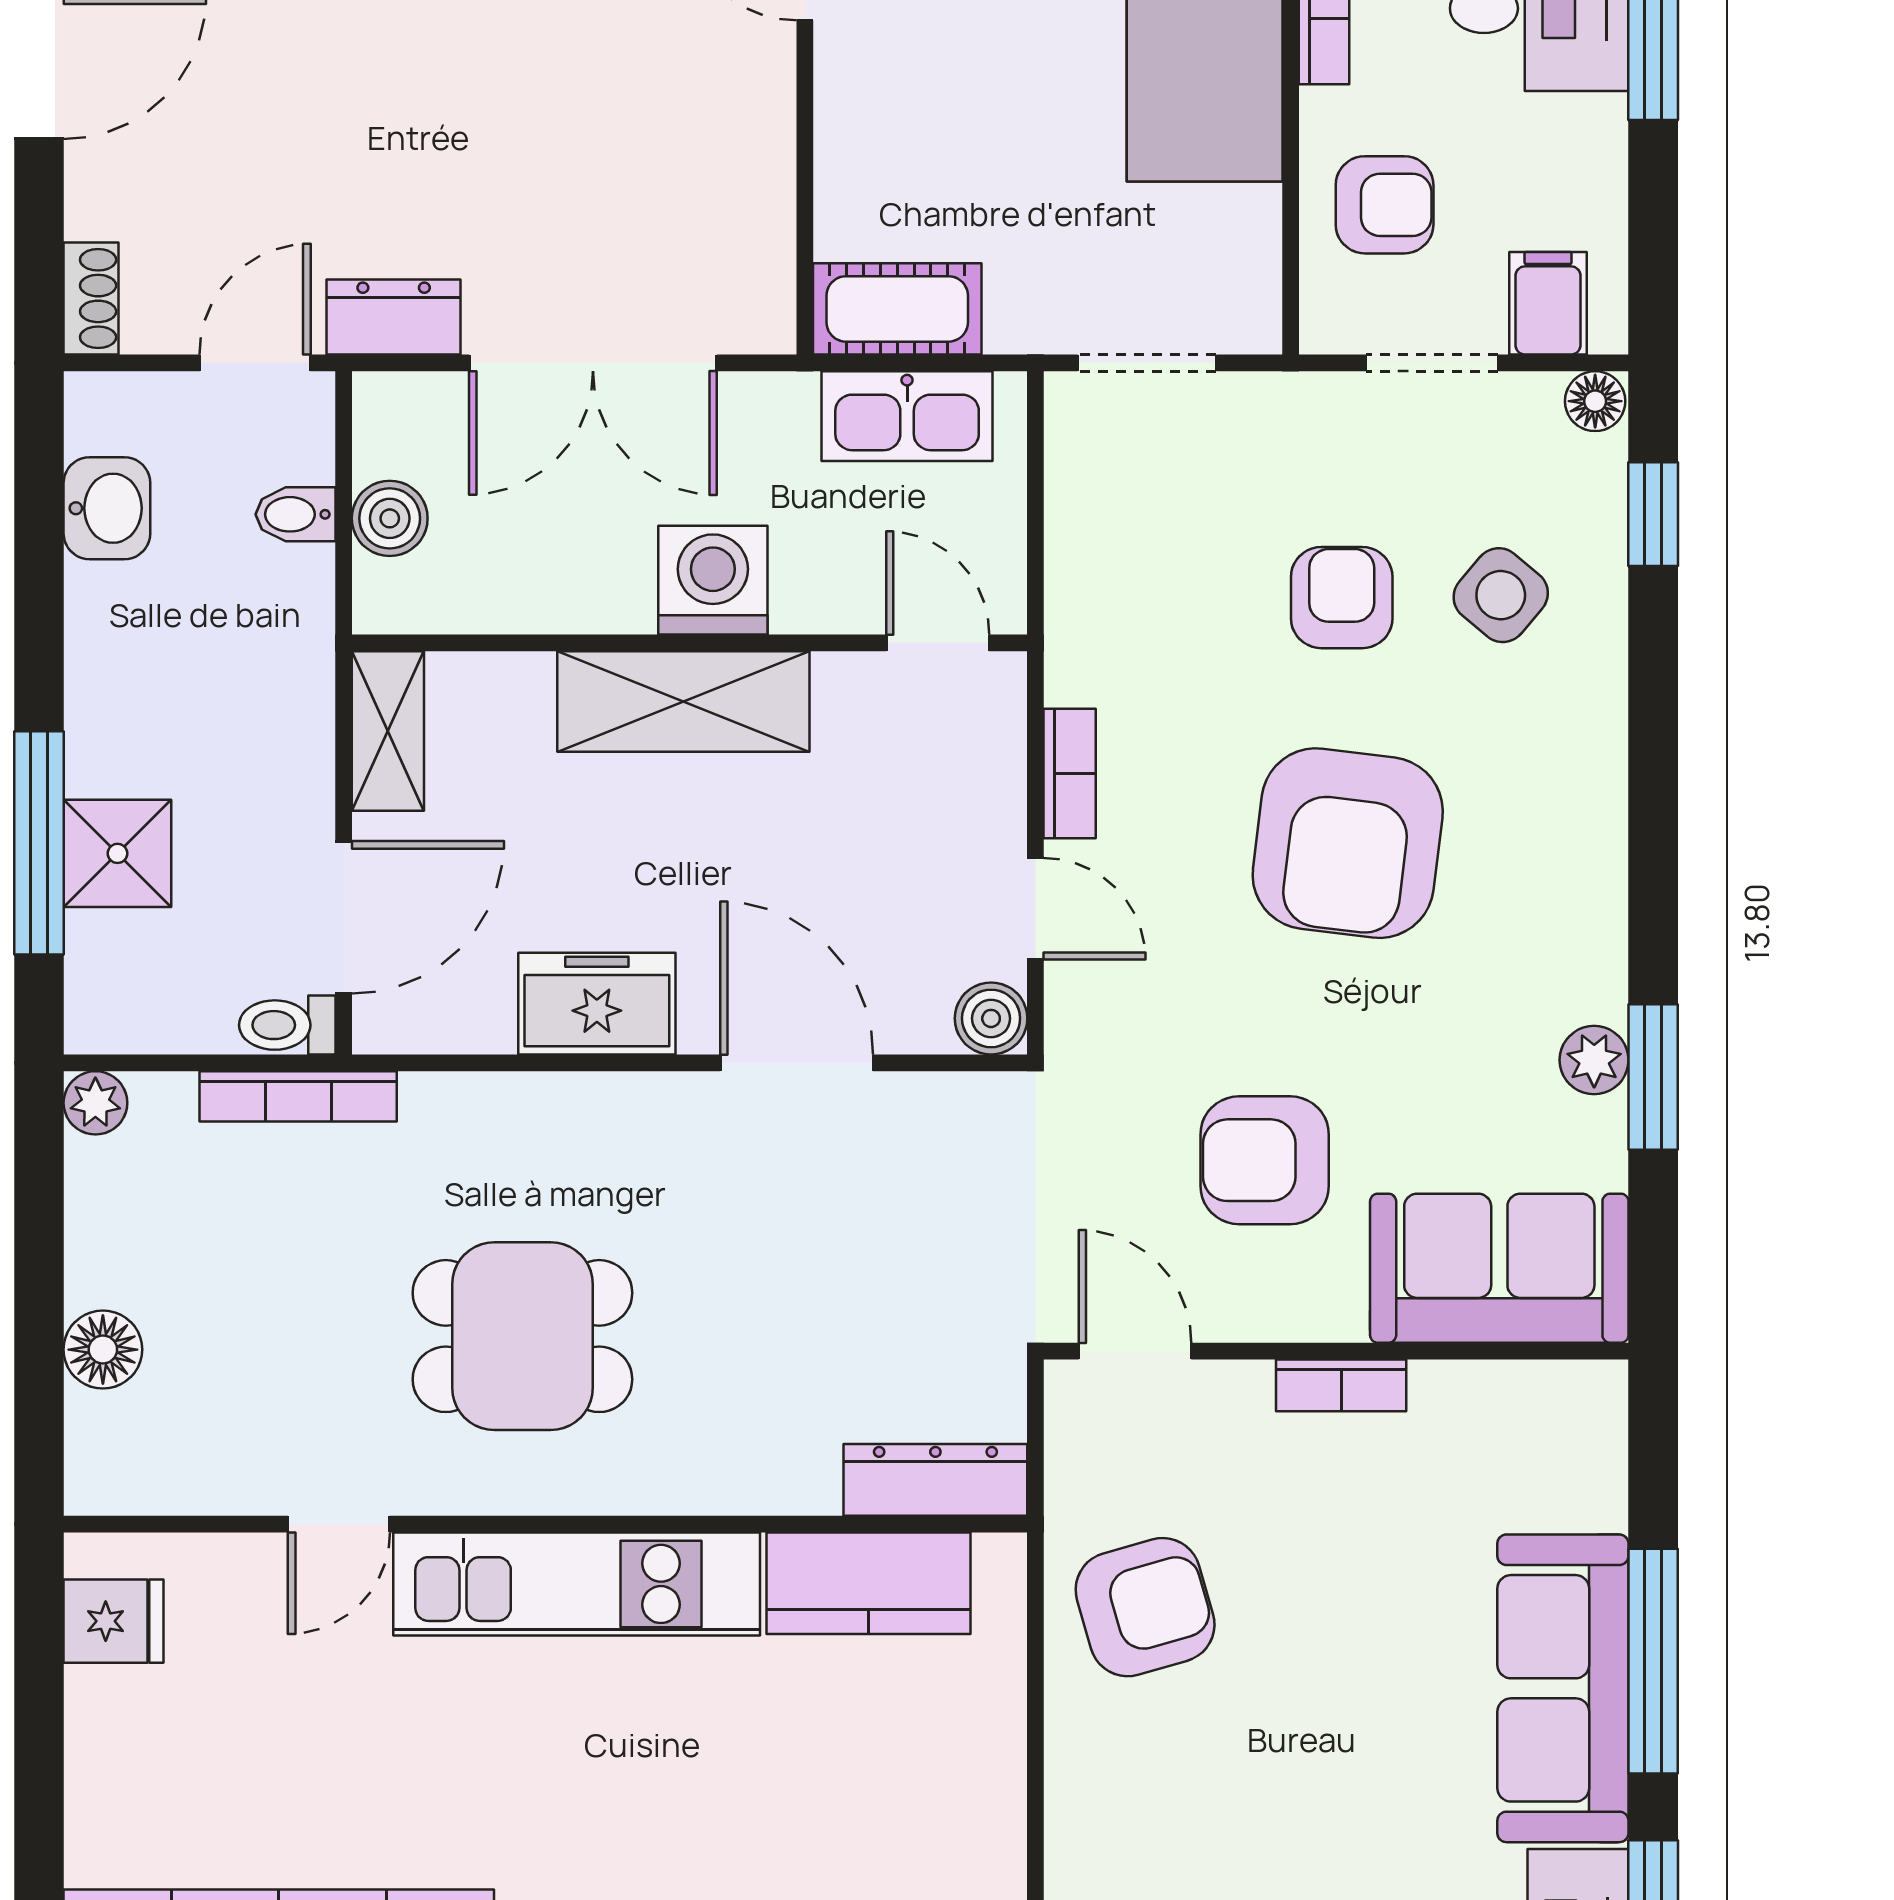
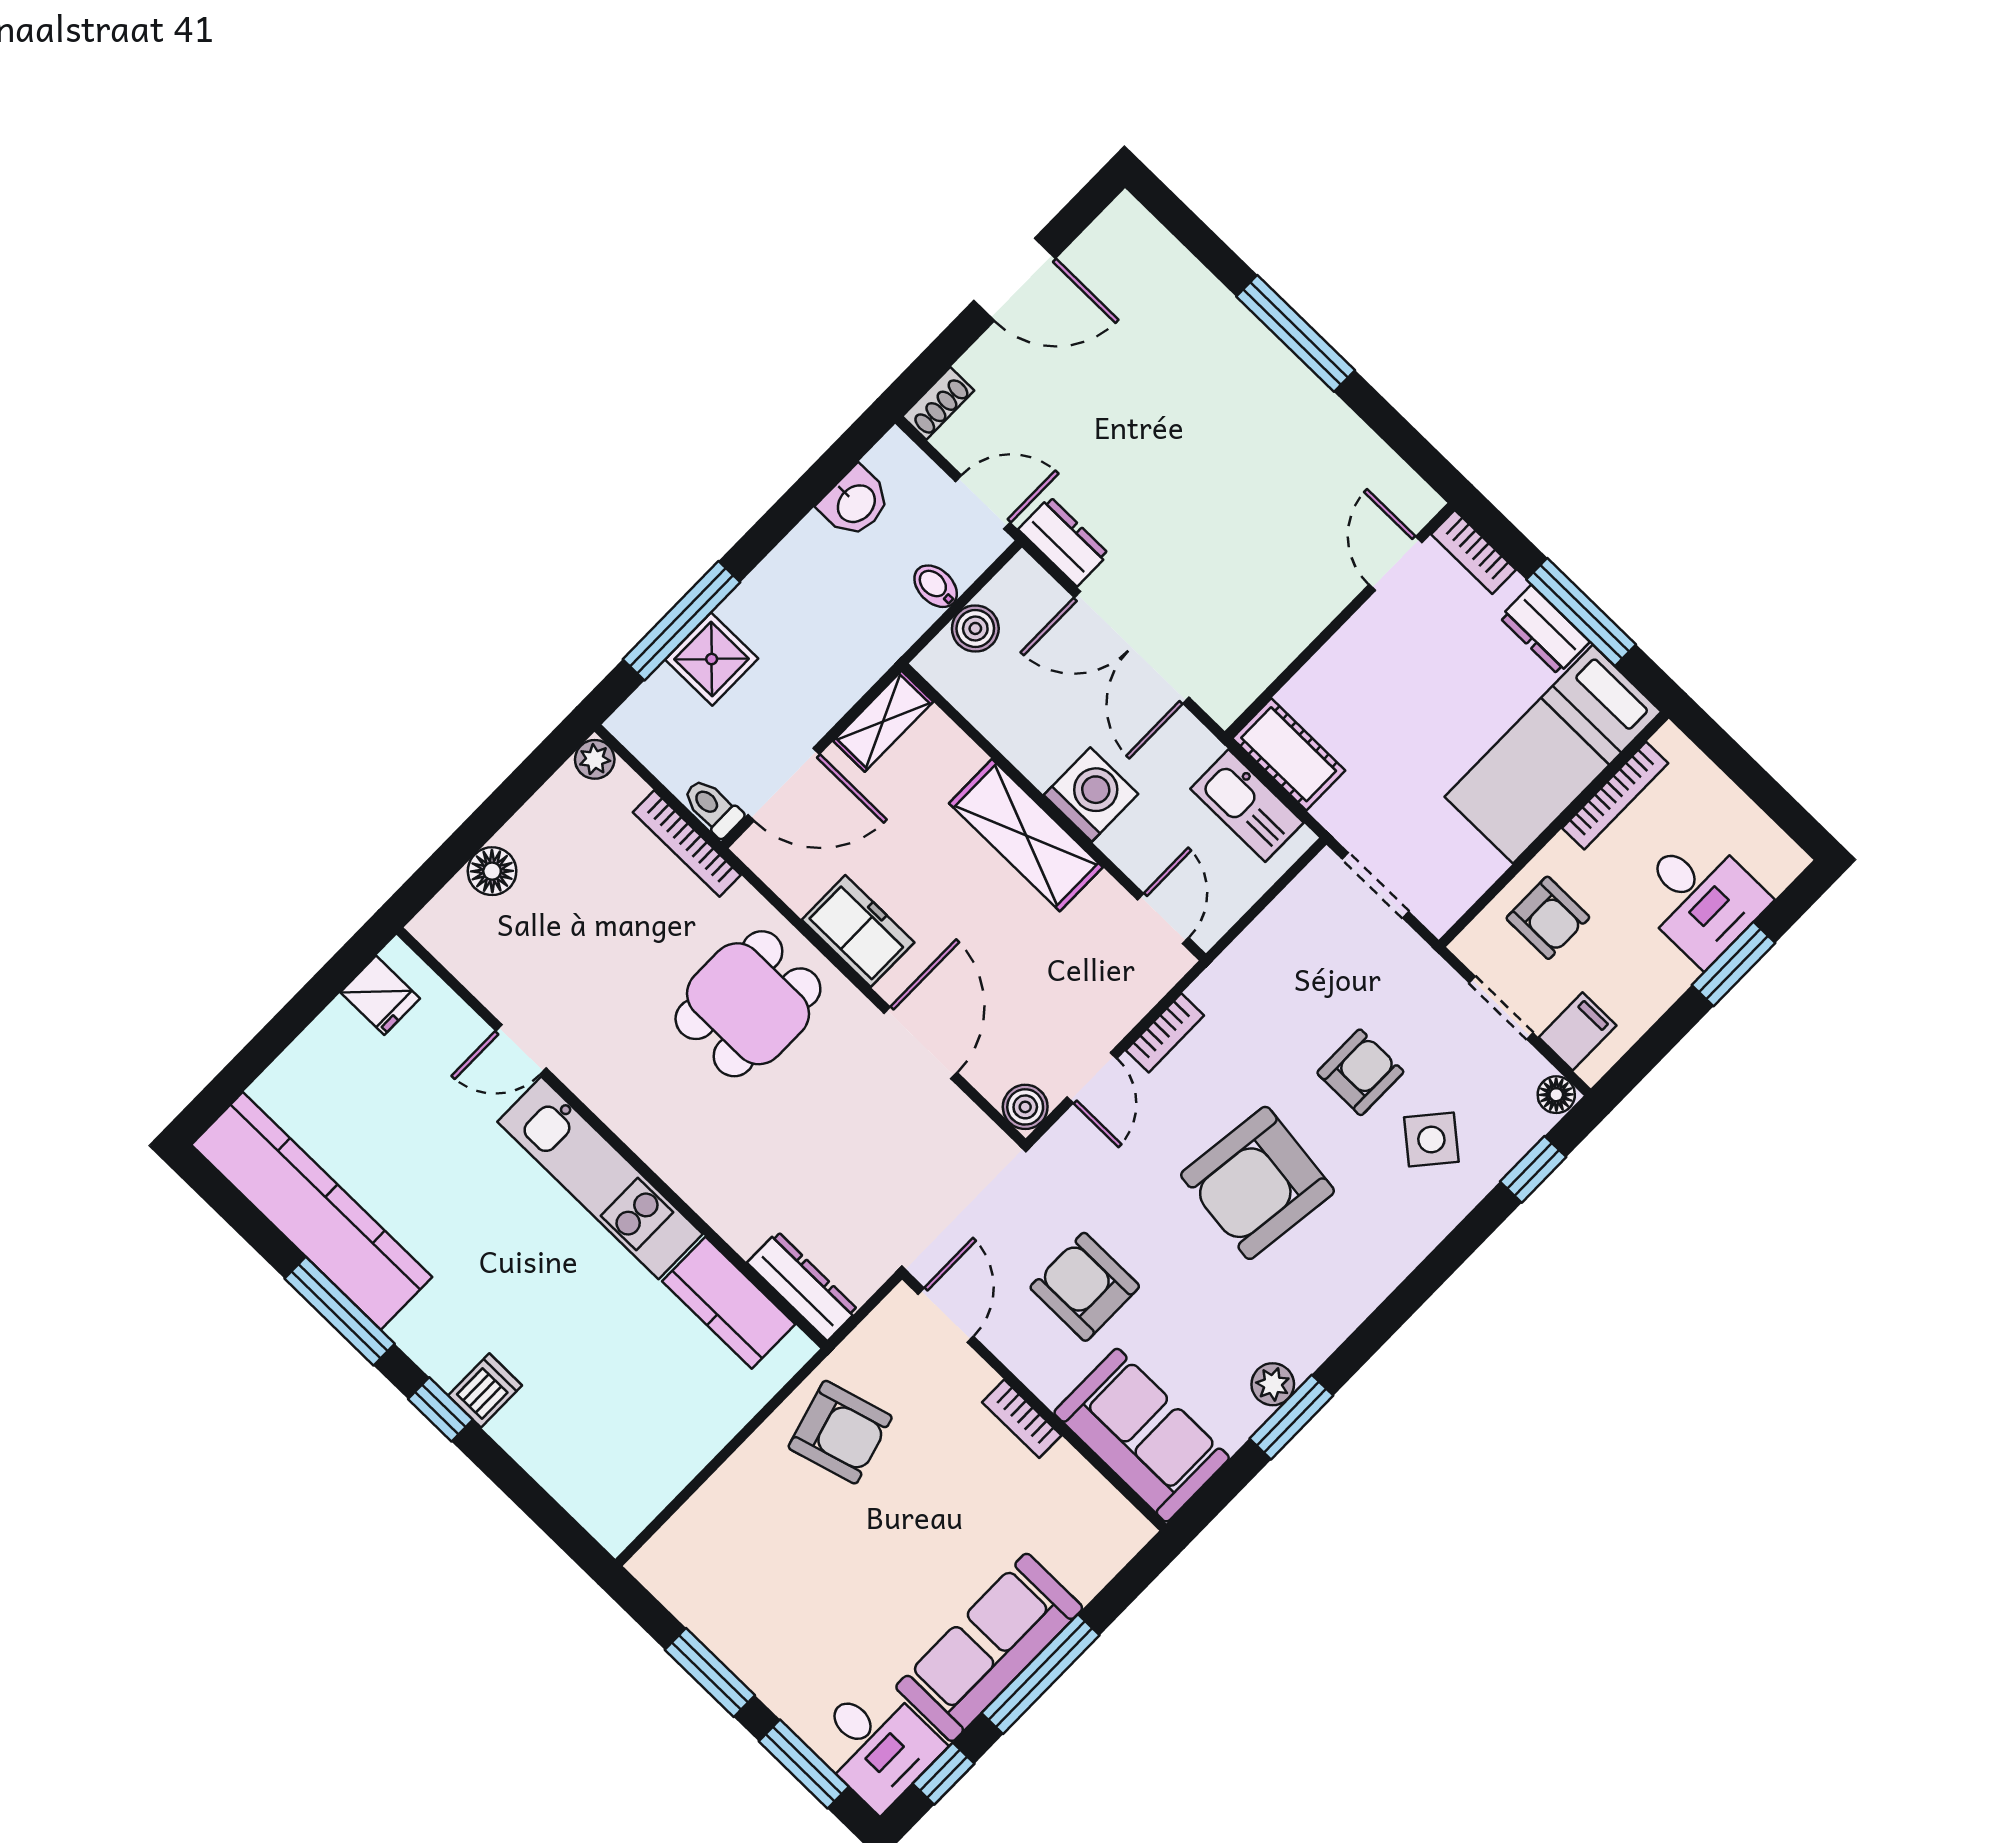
dining table: (522, 1336) -> (748, 1004), moved, turned 90

